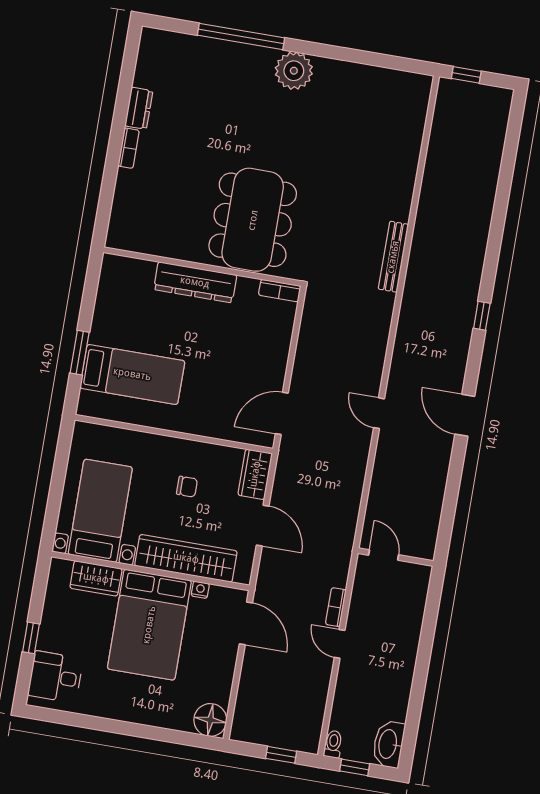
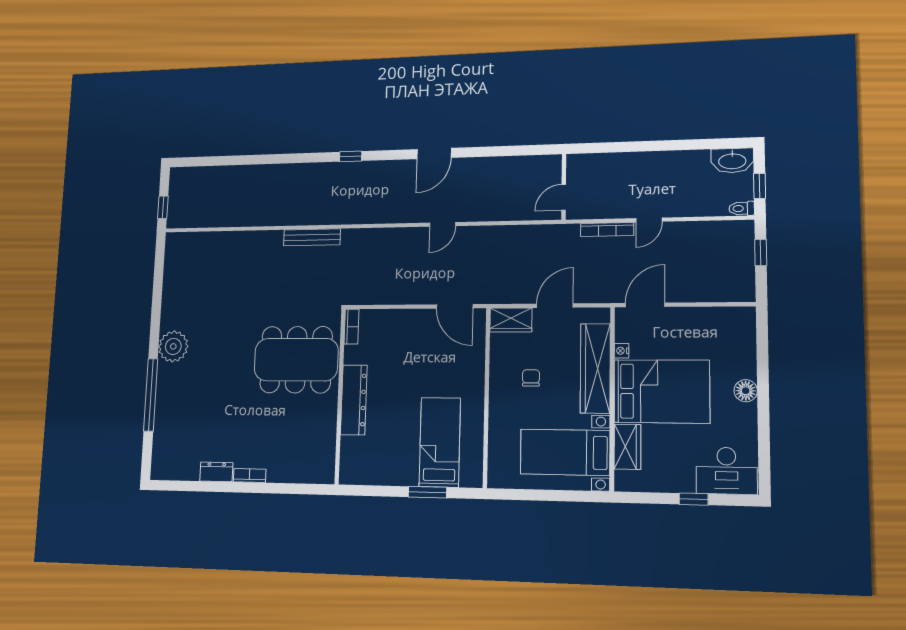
bookcase: (336, 607) -> (607, 229), width x1.56
desk: (55, 677) -> (727, 471), width x1.37
floor lamp: (210, 720) -> (746, 391), moved, width x0.73, depth x0.73

